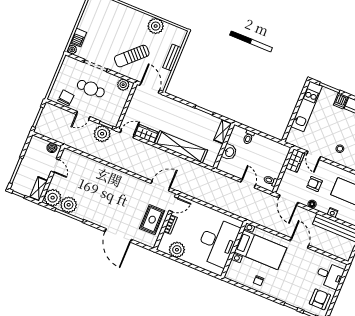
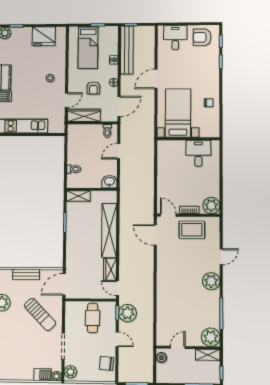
plant: (123, 85) -> (70, 372), moved
cafe table: (91, 89) -> (93, 318), moved
washbasin: (229, 152) -> (109, 182), moved
wardrobe: (295, 161) -> (84, 115), width x1.50
plant: (69, 205) -> (211, 281), moved
door: (118, 235) -> (221, 257), width x0.53
desk: (218, 242) -> (198, 153), width x0.53, depth x0.77
plant: (177, 250) -> (211, 206), moved

